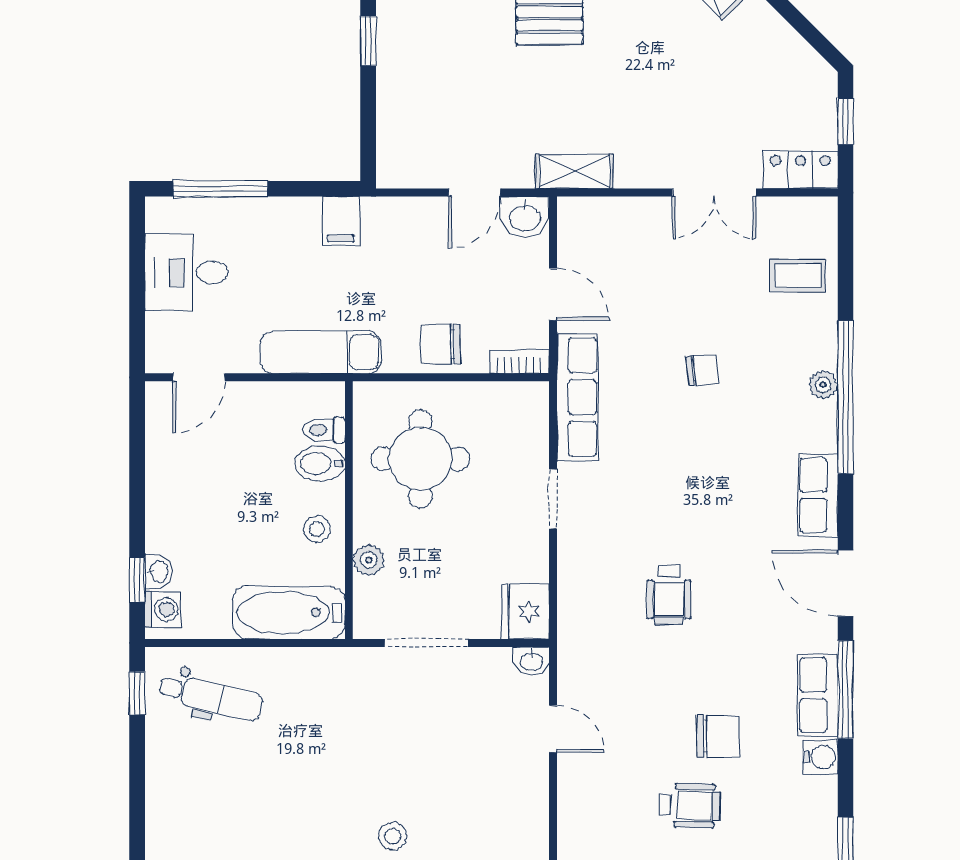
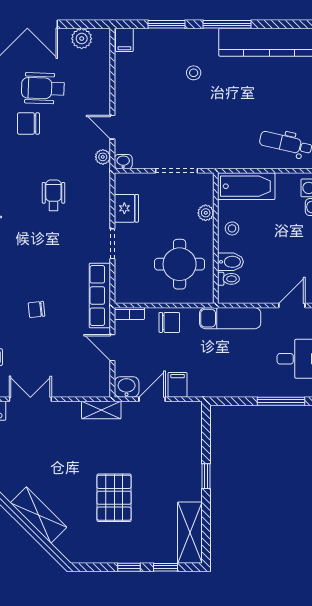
filing cabinet: (341, 221) -> (178, 385), moved
fridge: (525, 611) -> (126, 208), moved
plant: (572, 670) -> (103, 157), added
wheelchair: (690, 806) -> (43, 88), width x1.36, depth x1.37

